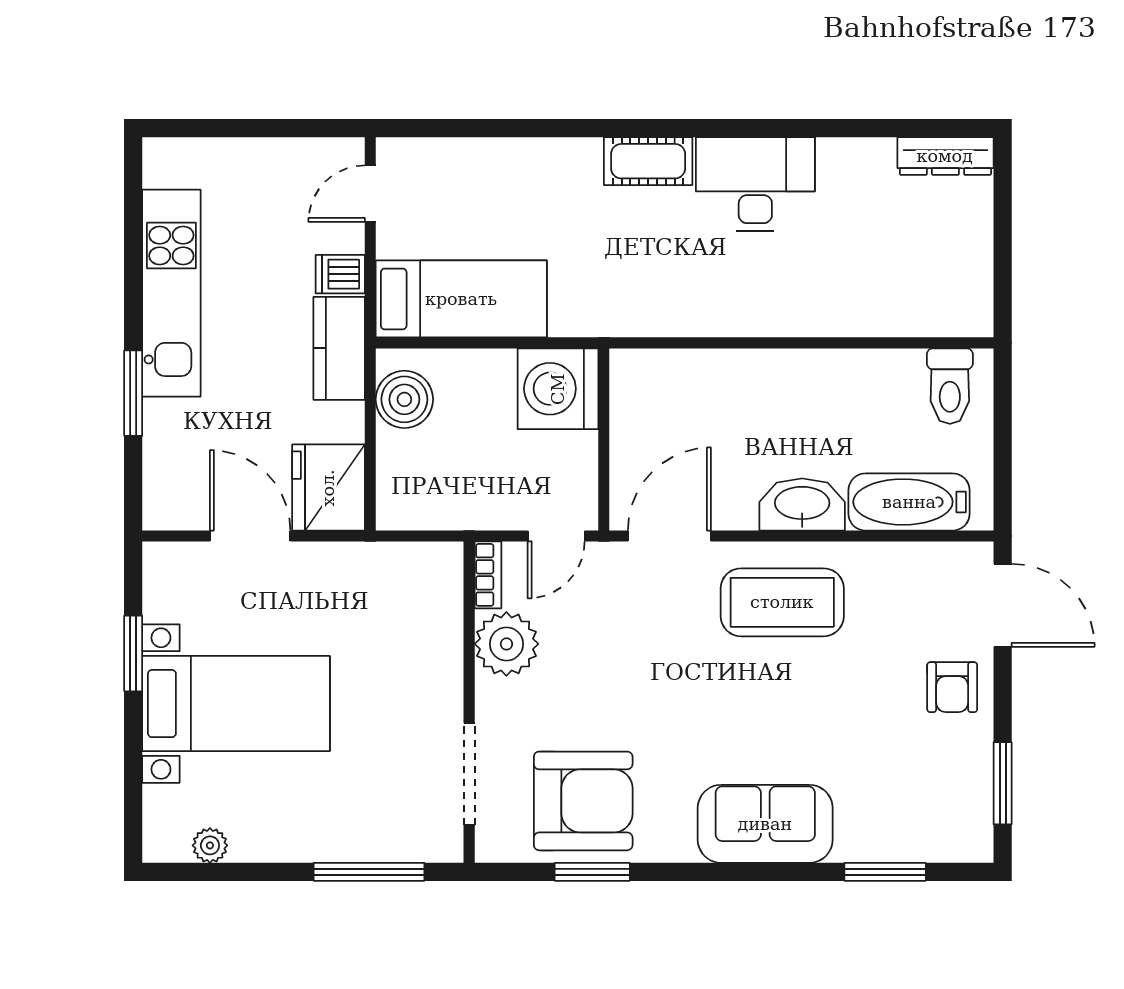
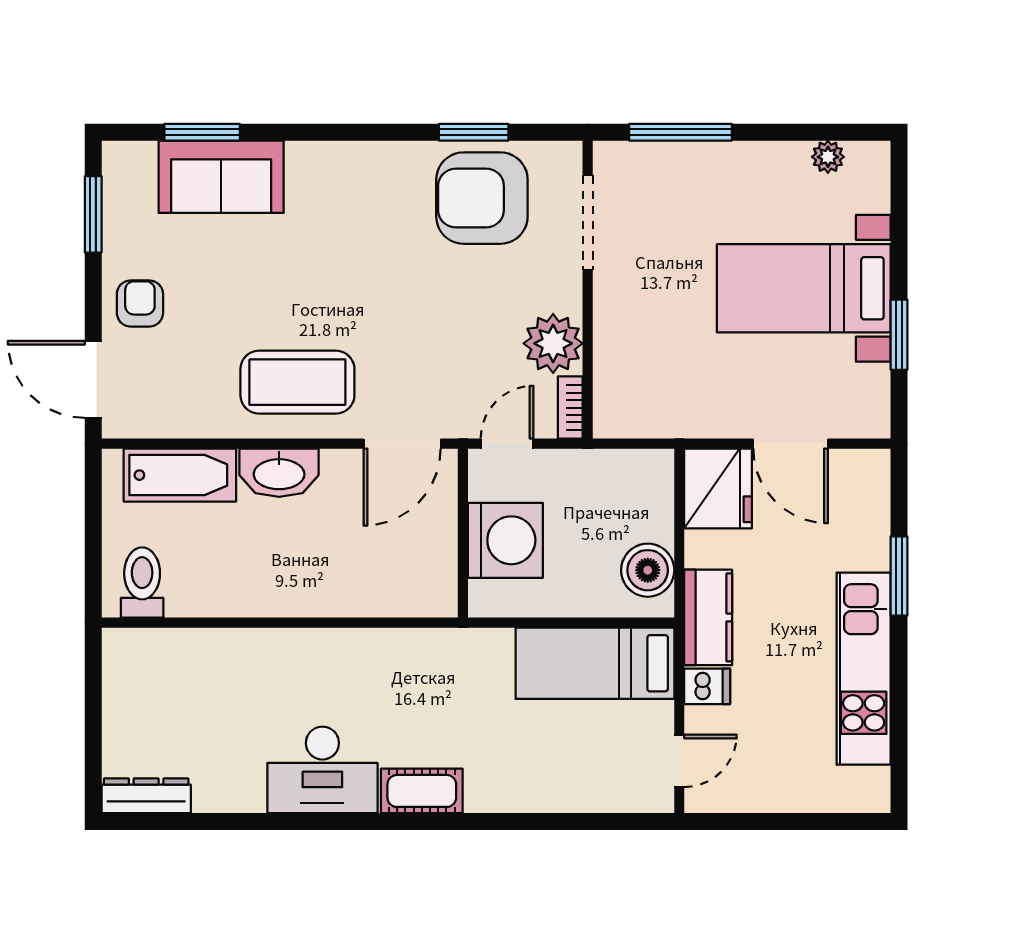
washing machine: (558, 389) -> (505, 540), moved
sofa: (765, 824) -> (221, 177), moved

